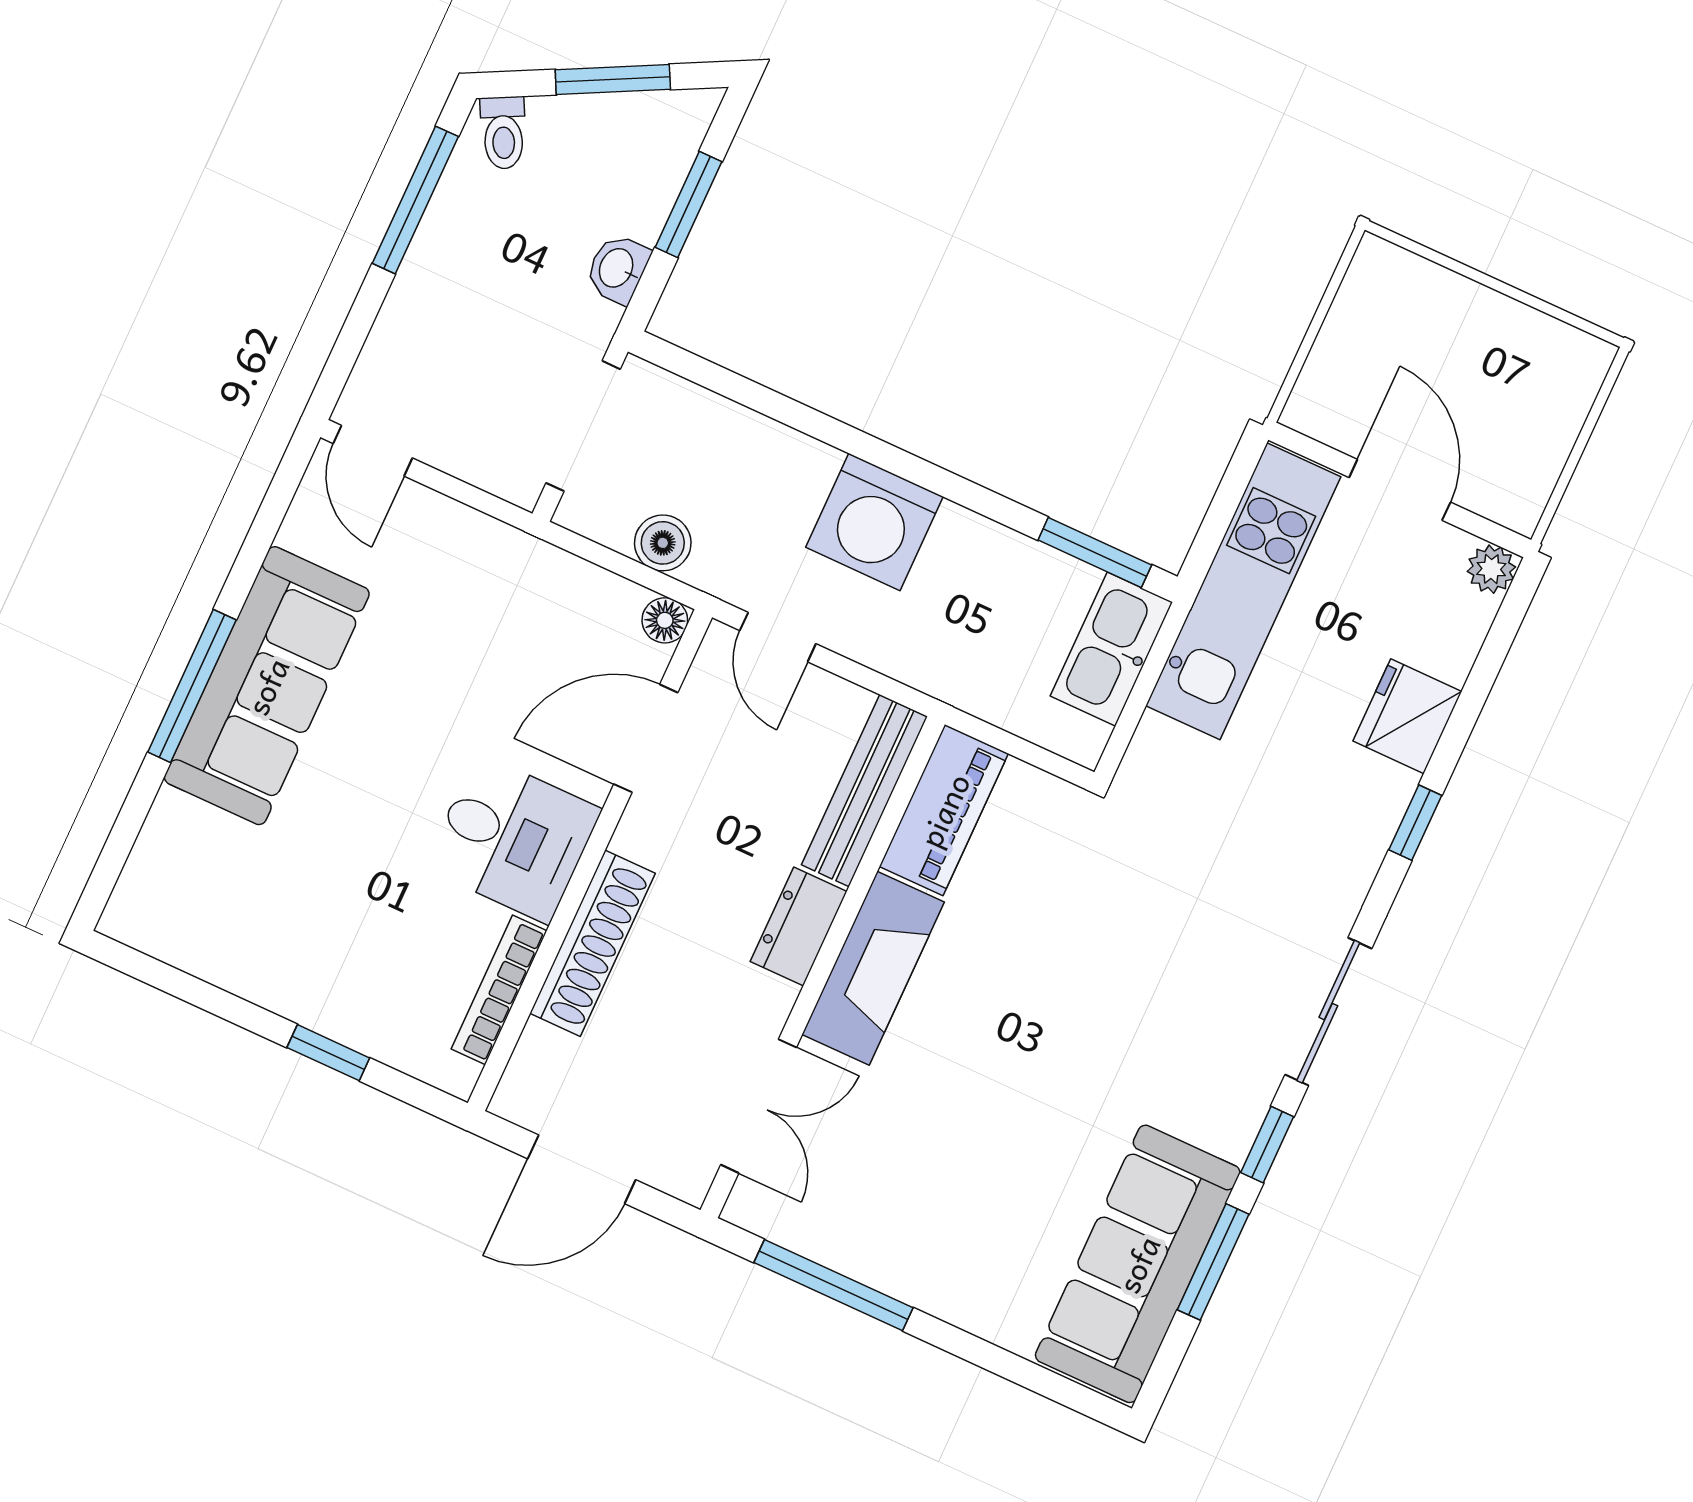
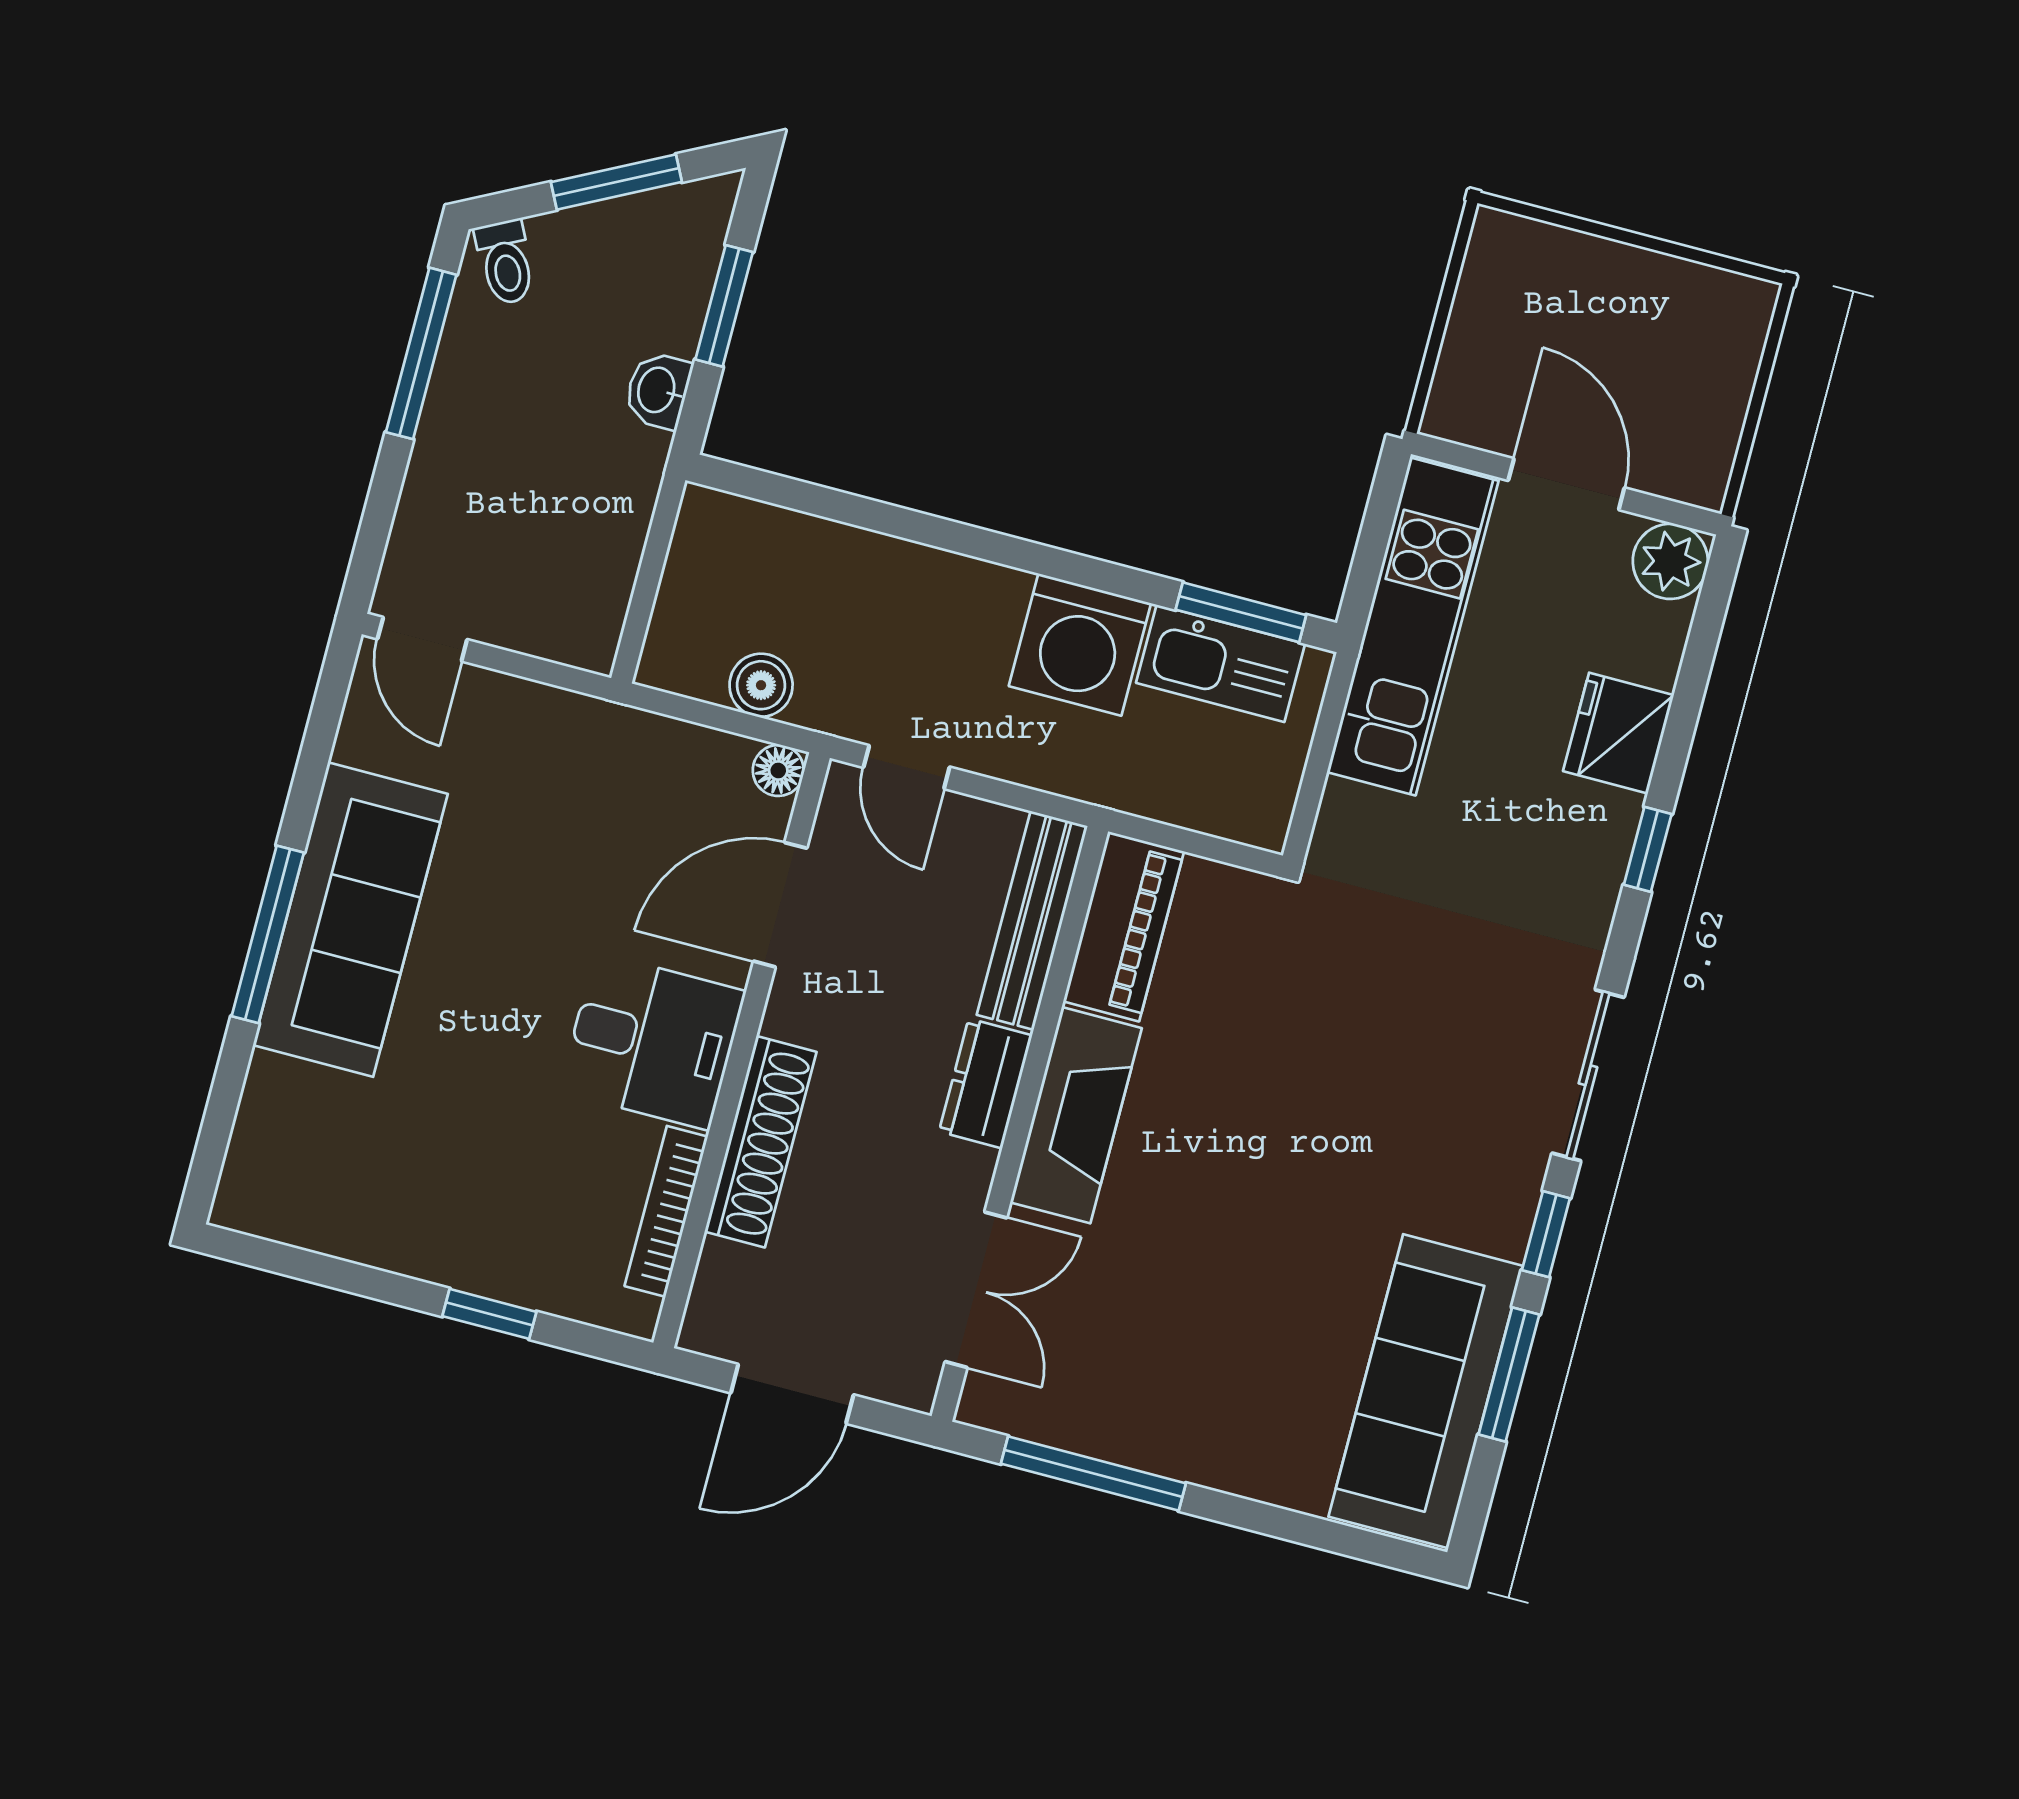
doorway: (583, 426) -> (650, 571), removed
washing machine: (874, 522) -> (1080, 645), moved
plant: (1491, 569) -> (1670, 561), width x1.38, depth x1.38
kitchen sink: (1111, 649) -> (1220, 663), moved, turned -90

